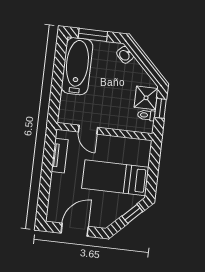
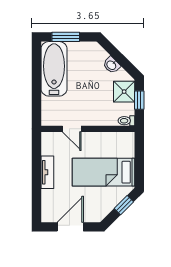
washbasin: (125, 55) -> (112, 65), moved
toilet: (146, 115) -> (126, 121), moved
tv unit: (60, 156) -> (47, 172), moved

